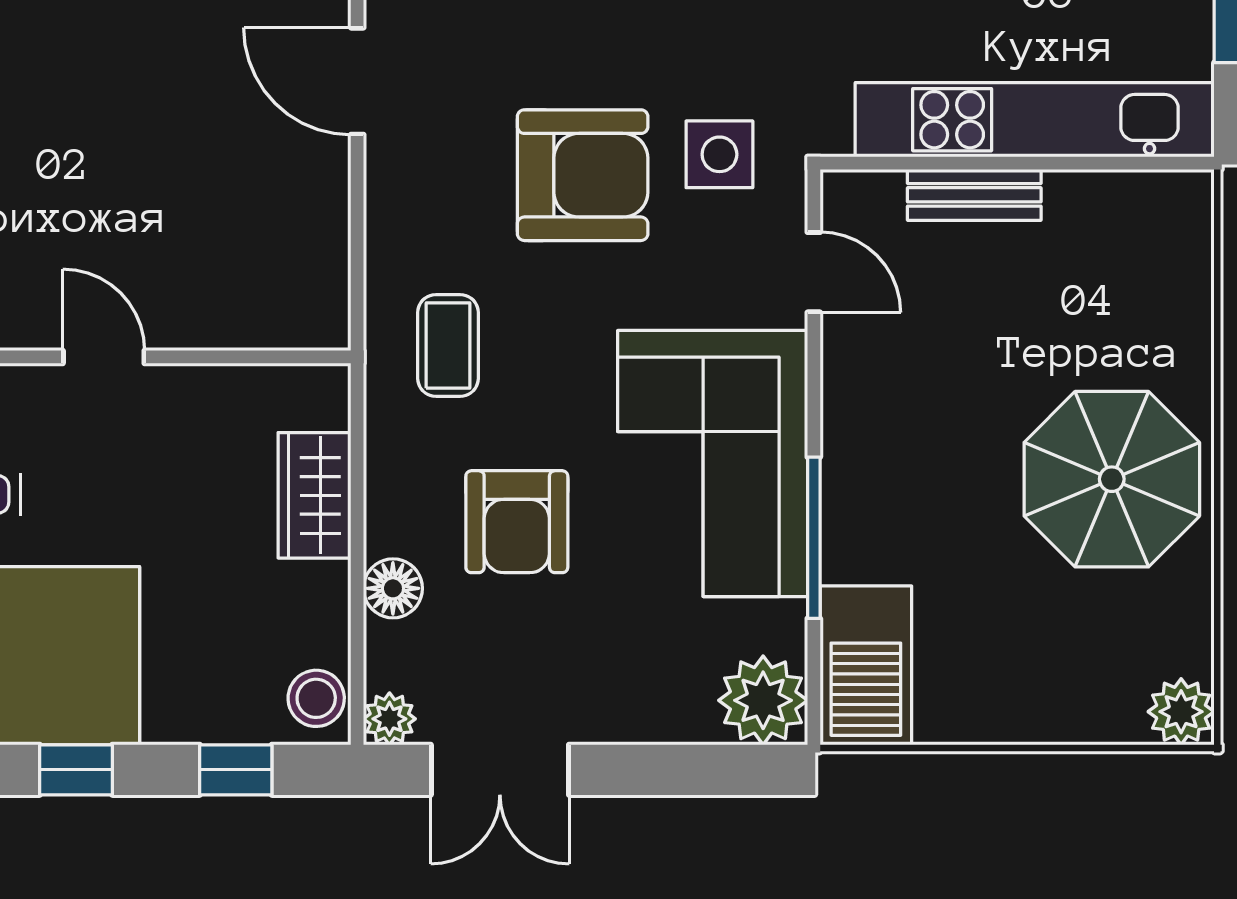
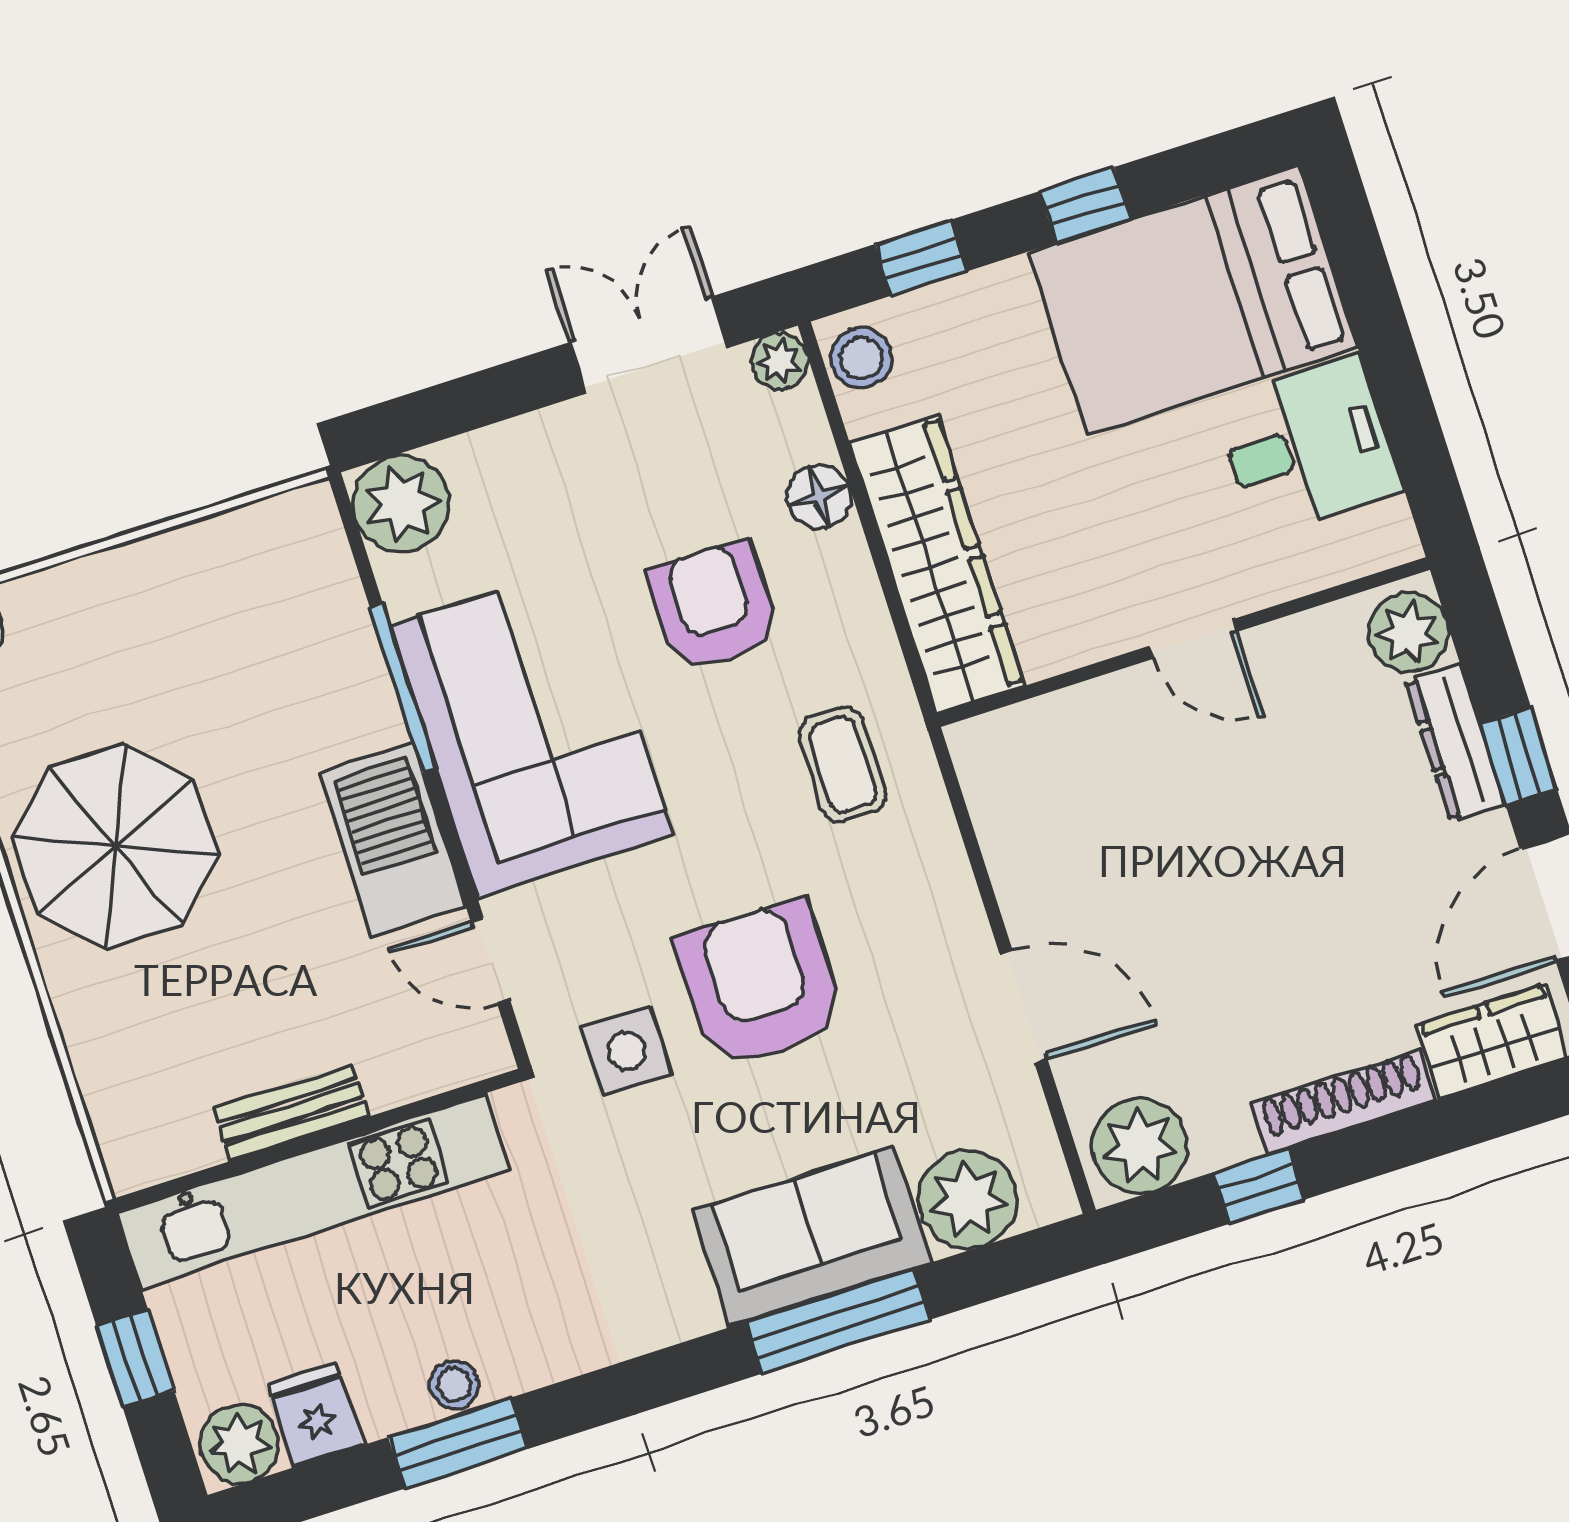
armchair: (583, 175) -> (760, 984), turned 90
bench: (974, 195) -> (291, 1113), moved
wardrobe: (314, 495) -> (937, 564), width x2.10, depth x1.17
barbecue: (866, 665) -> (393, 840), moved

